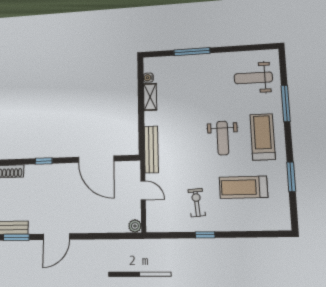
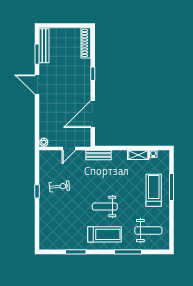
weight bench: (253, 78) -> (148, 231), turned 90
bench: (151, 149) -> (99, 155), width x0.73
treadmill: (243, 187) -> (154, 190), moved

